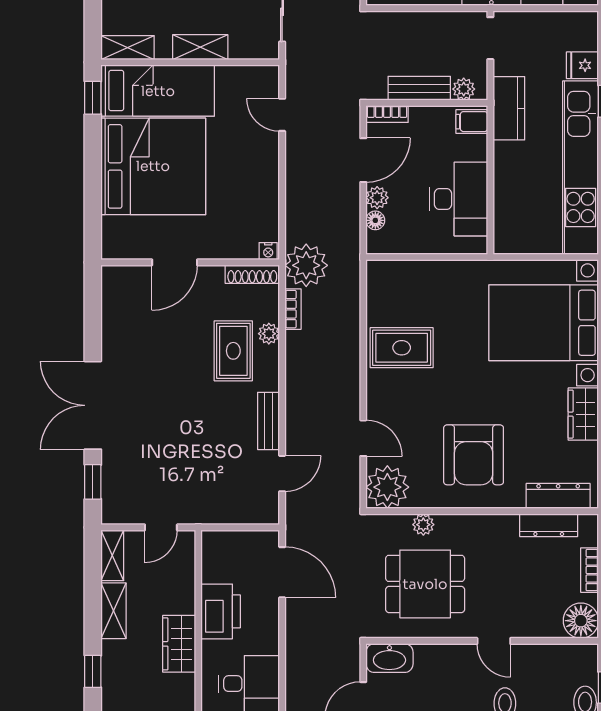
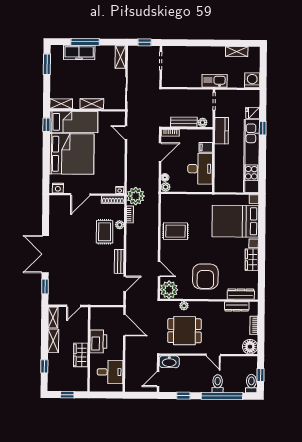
filing cabinet: (472, 122) -> (206, 147), moved
plant: (377, 198) -> (166, 187), moved
nightstand: (121, 248) -> (58, 188), added

